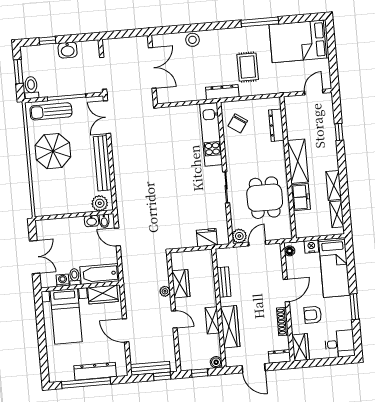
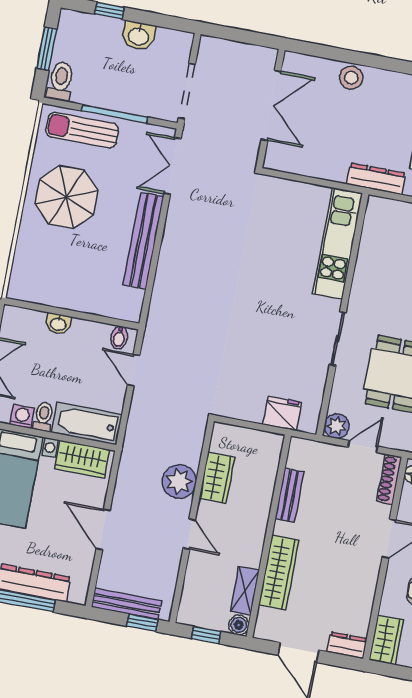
chair: (238, 123) -> (387, 238), removed
plant: (100, 203) -> (120, 306), removed
washbasin: (92, 221) -> (58, 324), moved
plant: (165, 291) -> (179, 482), width x1.88, depth x1.88
shelving: (212, 320) -> (245, 591), moved
shoe rack: (283, 322) -> (389, 479), moved

